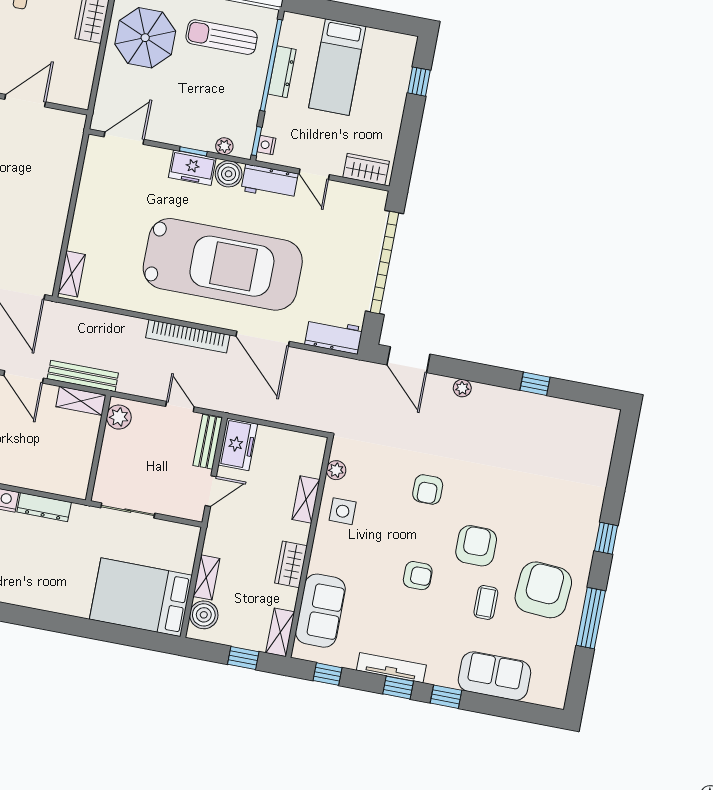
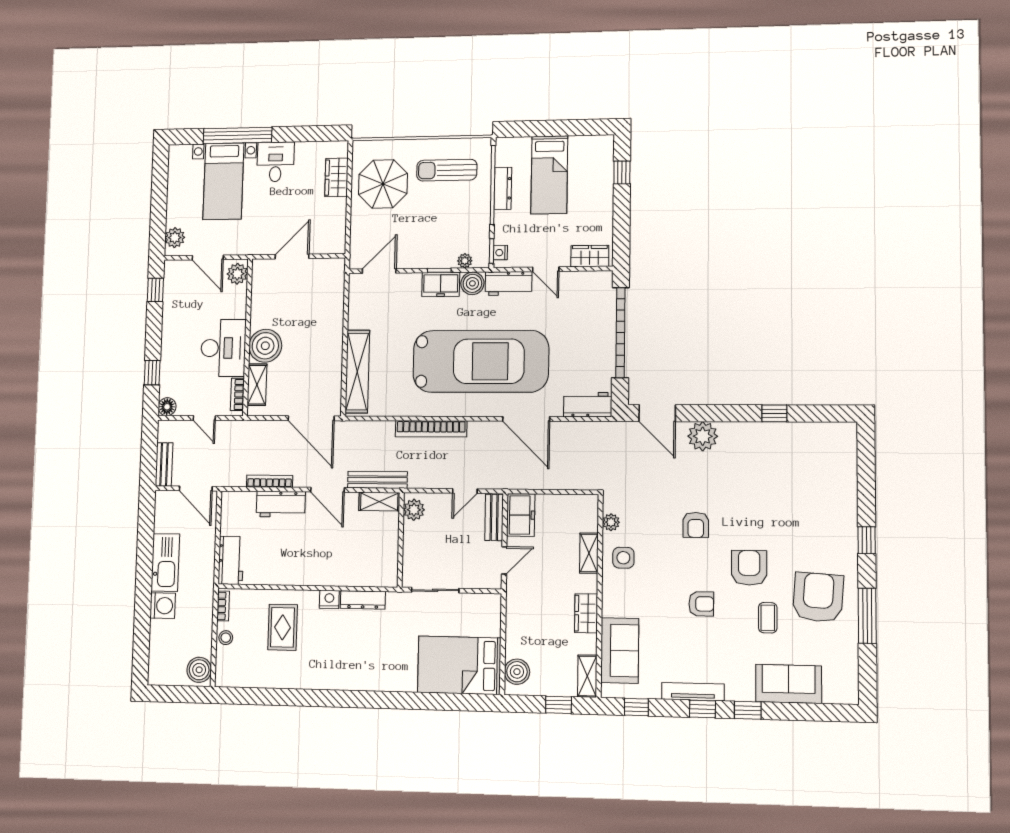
shelving: (72, 274) -> (357, 371), width x2.20, depth x1.33
bookcase: (188, 336) -> (431, 429), moved
plant: (462, 388) -> (703, 436), width x1.88, depth x1.88
door: (180, 407) -> (465, 491), swing flipped
shelving: (206, 577) -> (514, 638), removed

